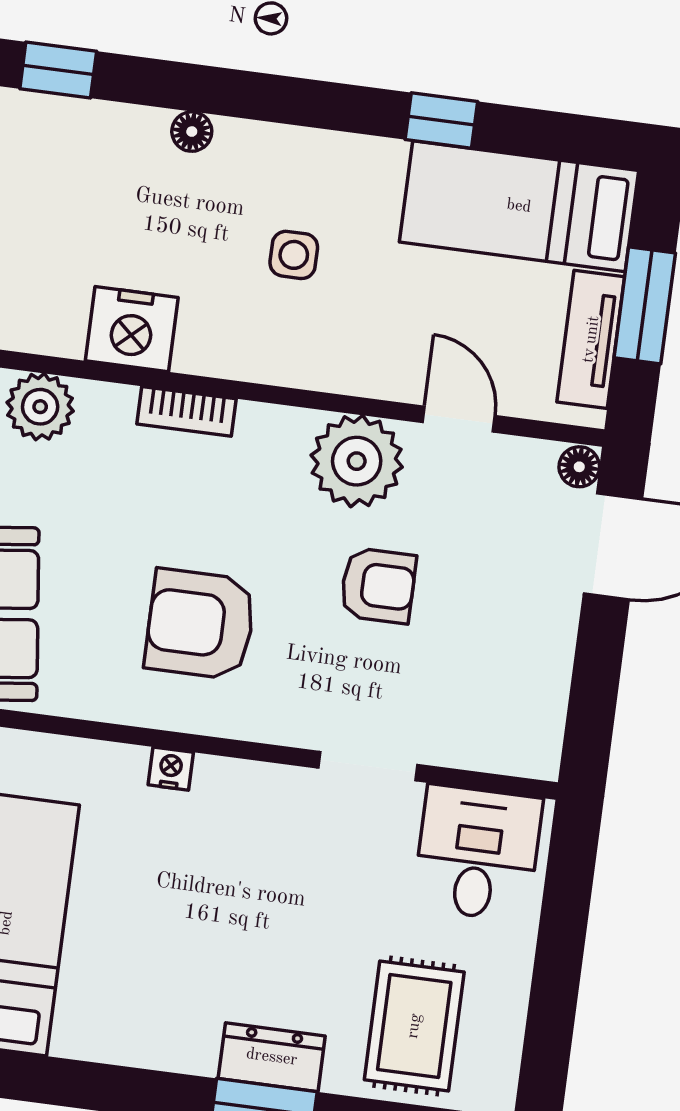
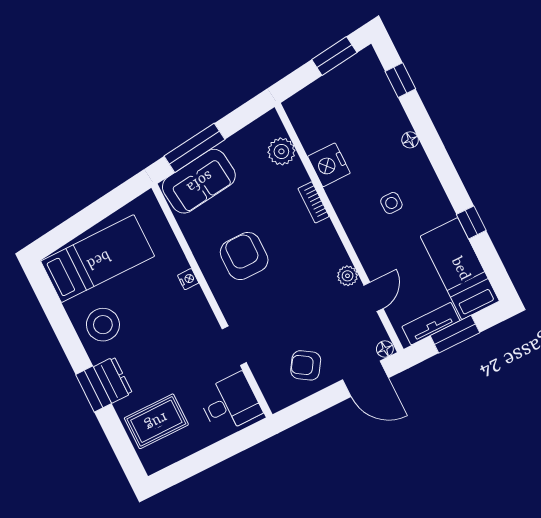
plant: (357, 461) -> (348, 276), width x0.53, depth x0.53
armchair: (378, 586) -> (306, 365), moved, turned 123
stool: (147, 1002) -> (103, 325), added

